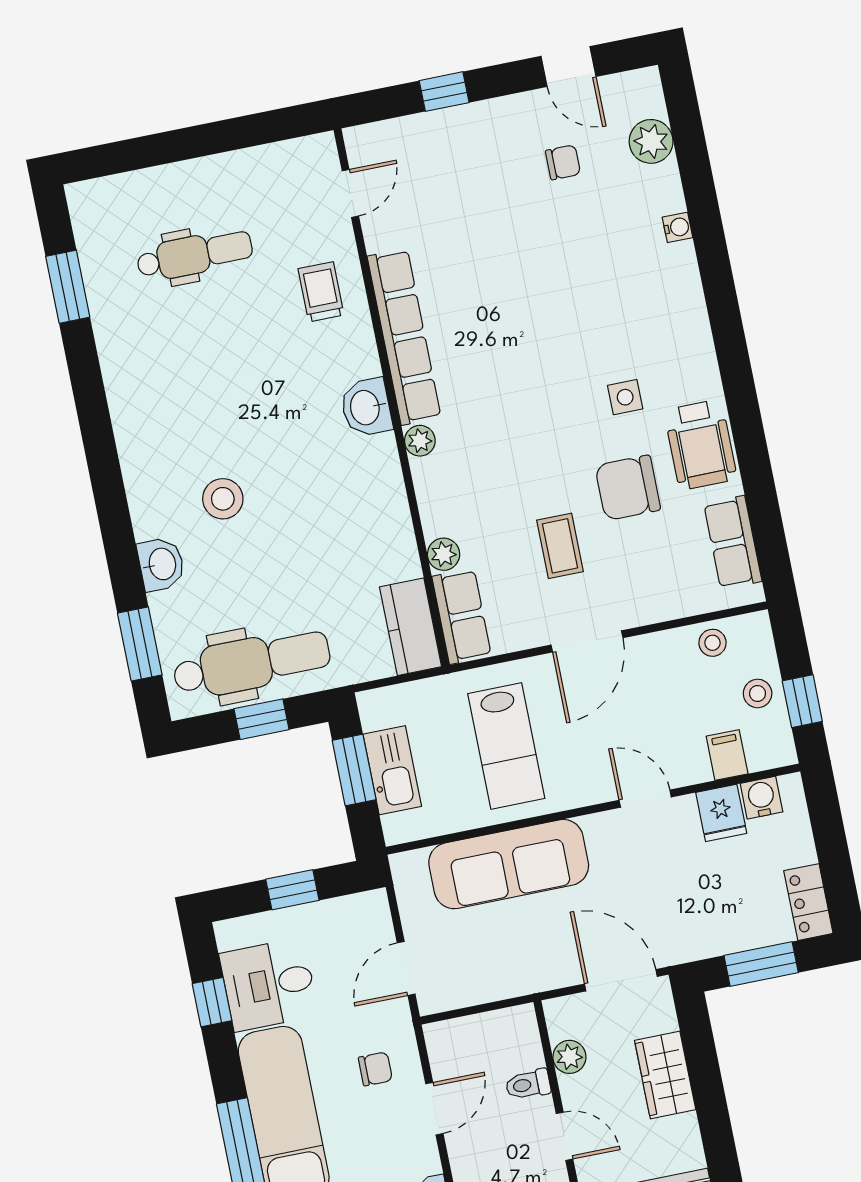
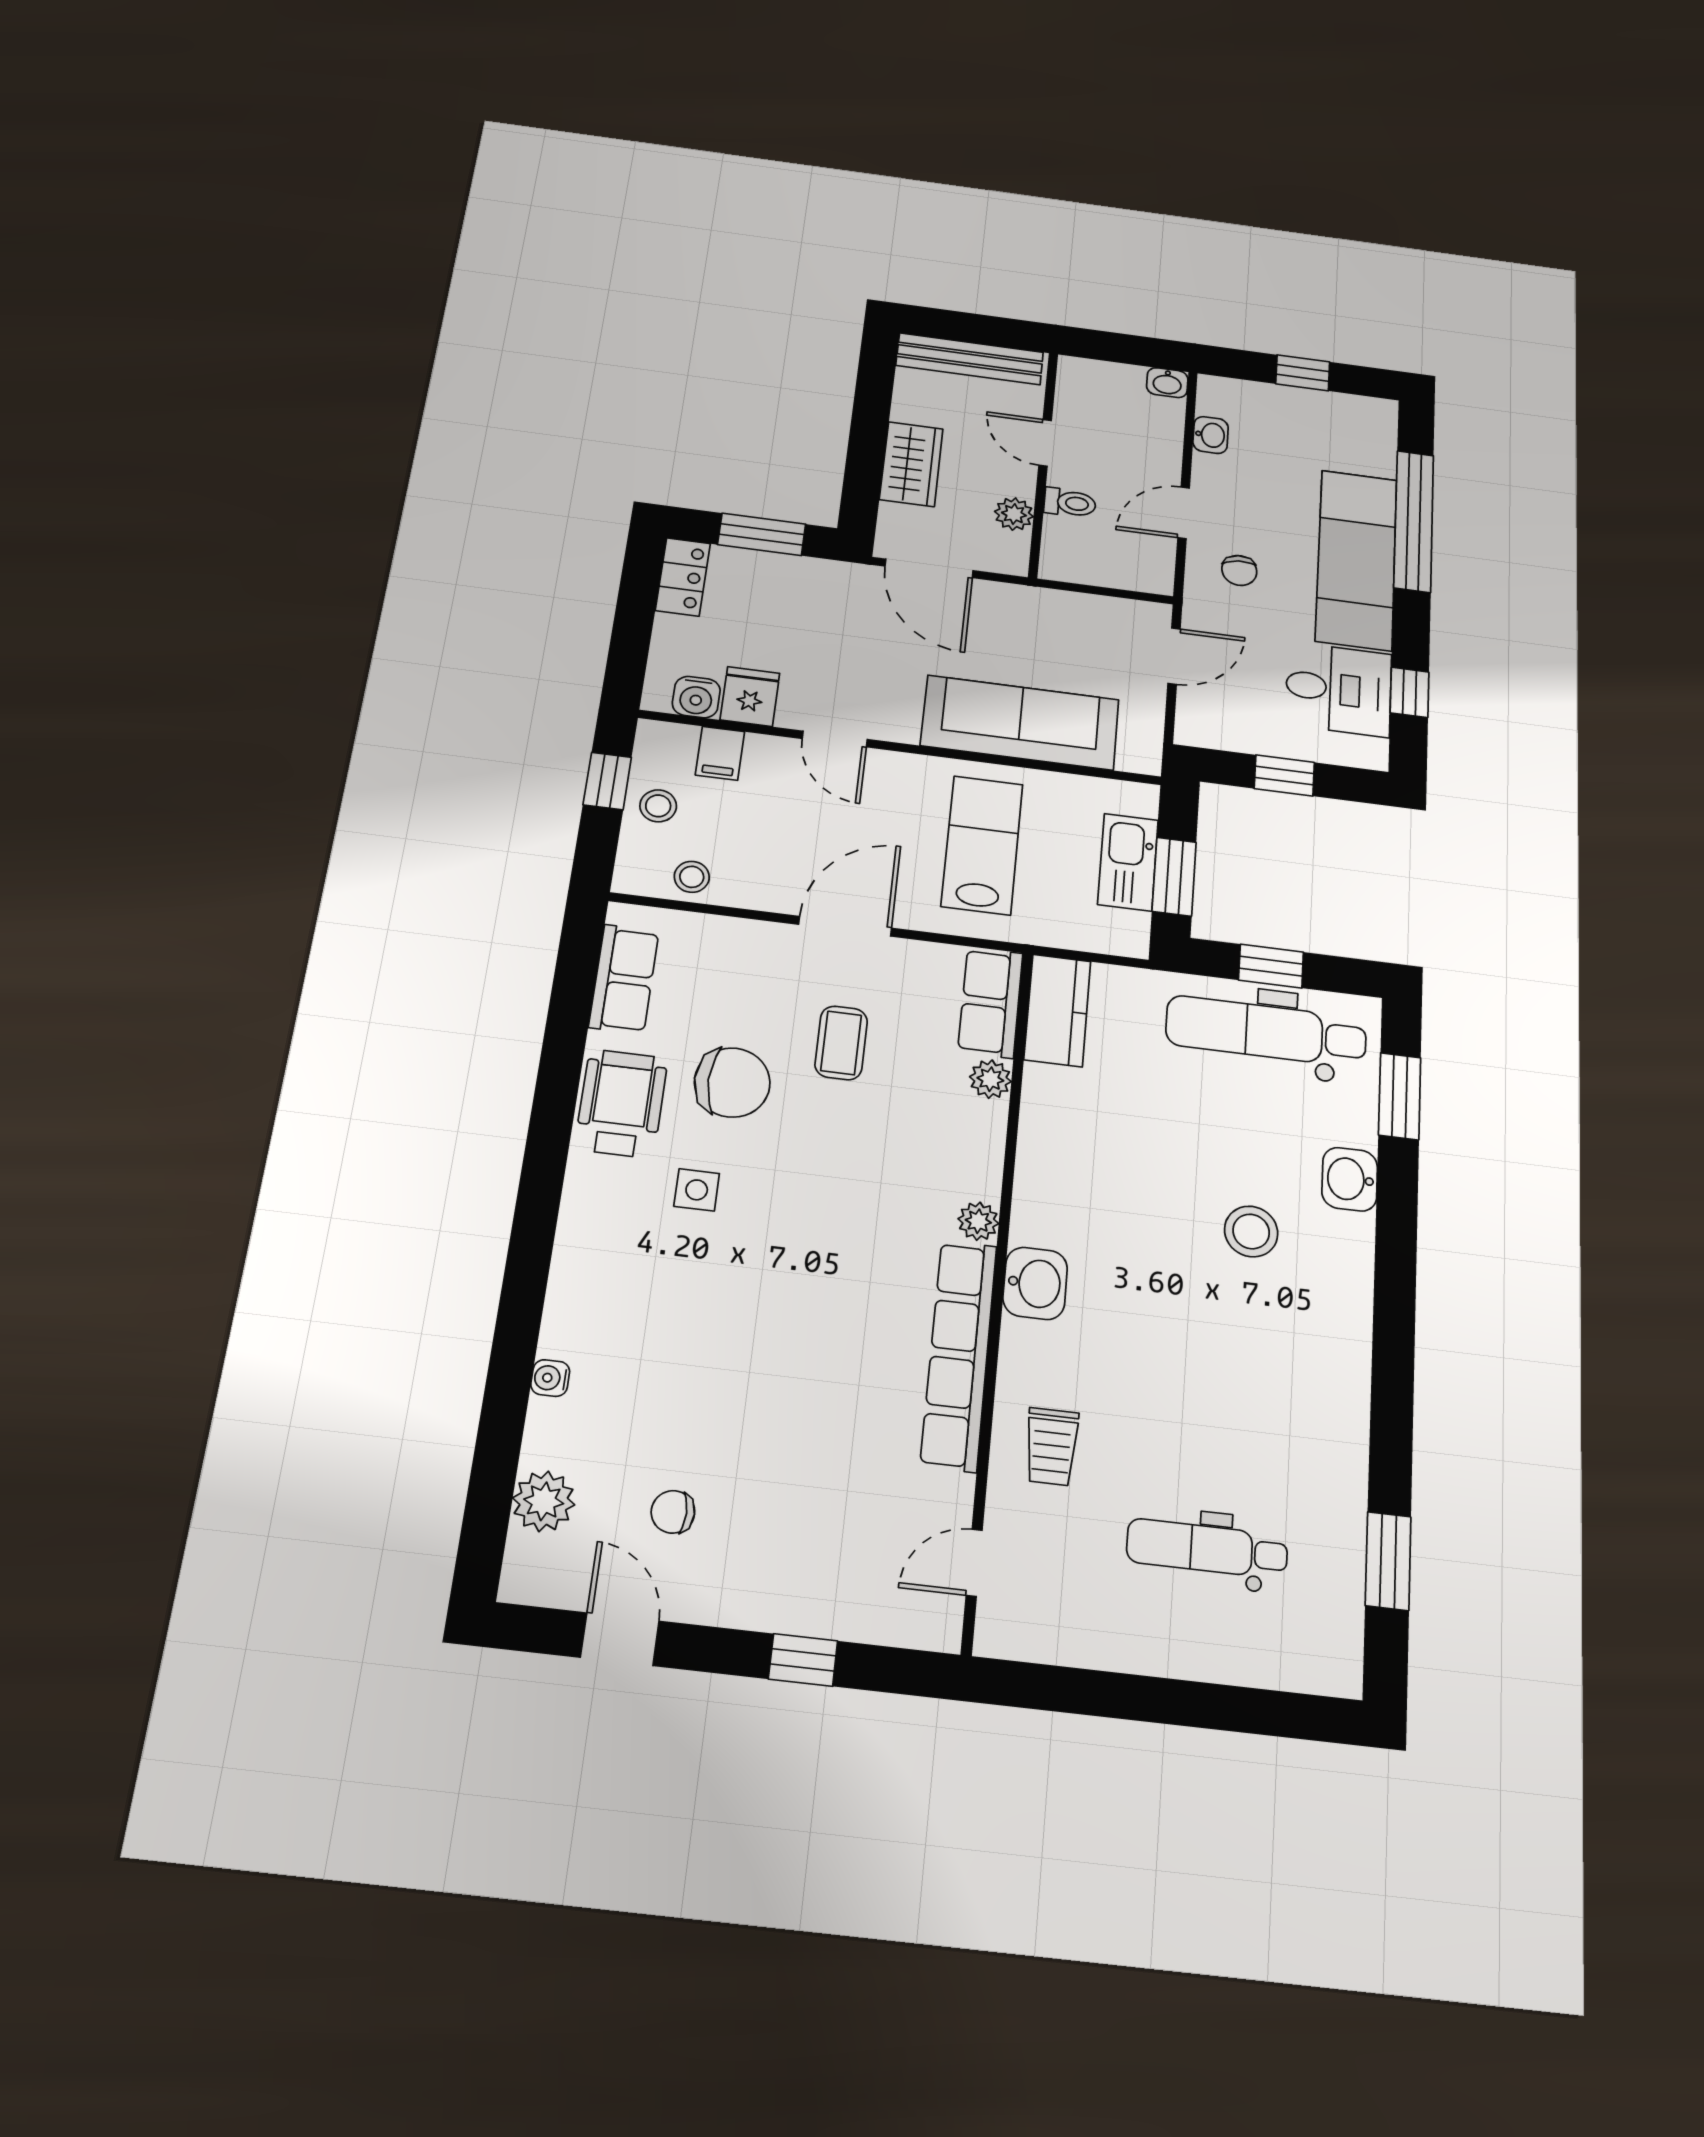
chair: (375, 1069) -> (1239, 570), turned -96

